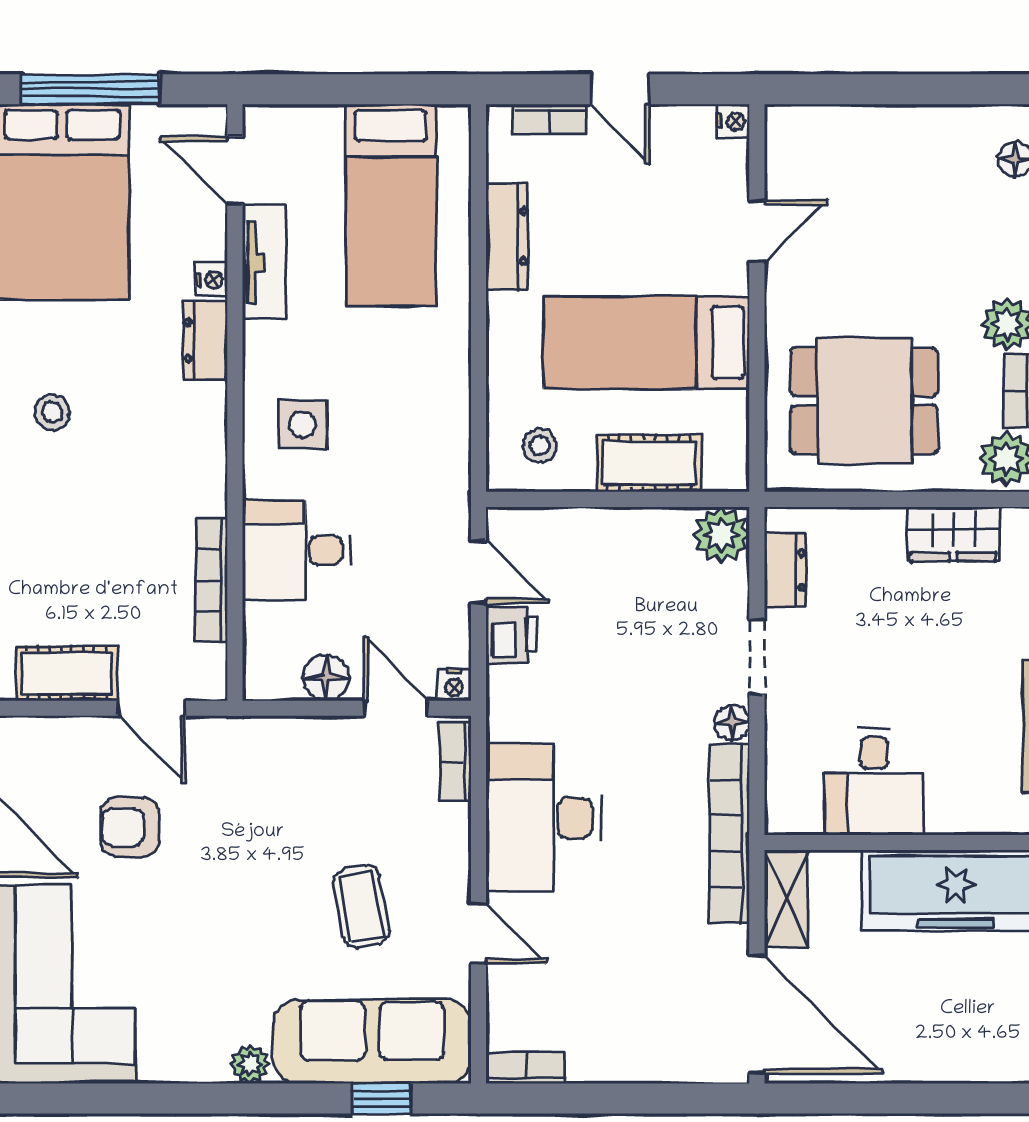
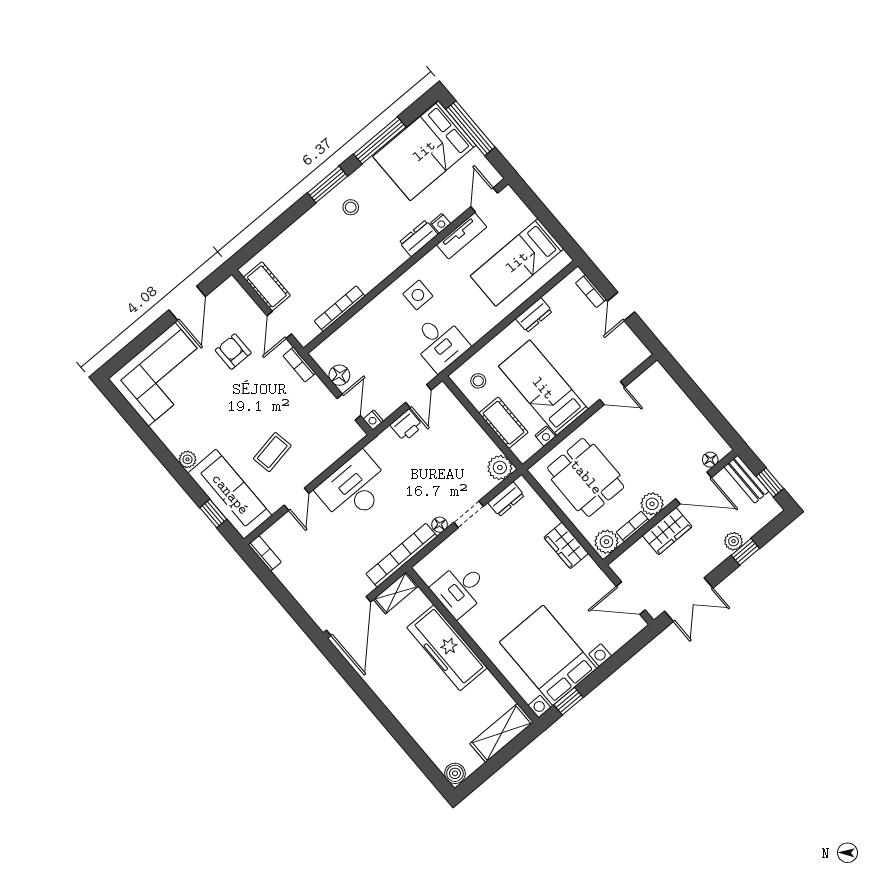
nightstand: (733, 121) -> (545, 436), moved
dresser: (507, 236) -> (534, 315), width x0.70
desk: (296, 550) -> (440, 343), moved, turned 180
bookcase: (455, 762) -> (299, 365), moved, turned -90

